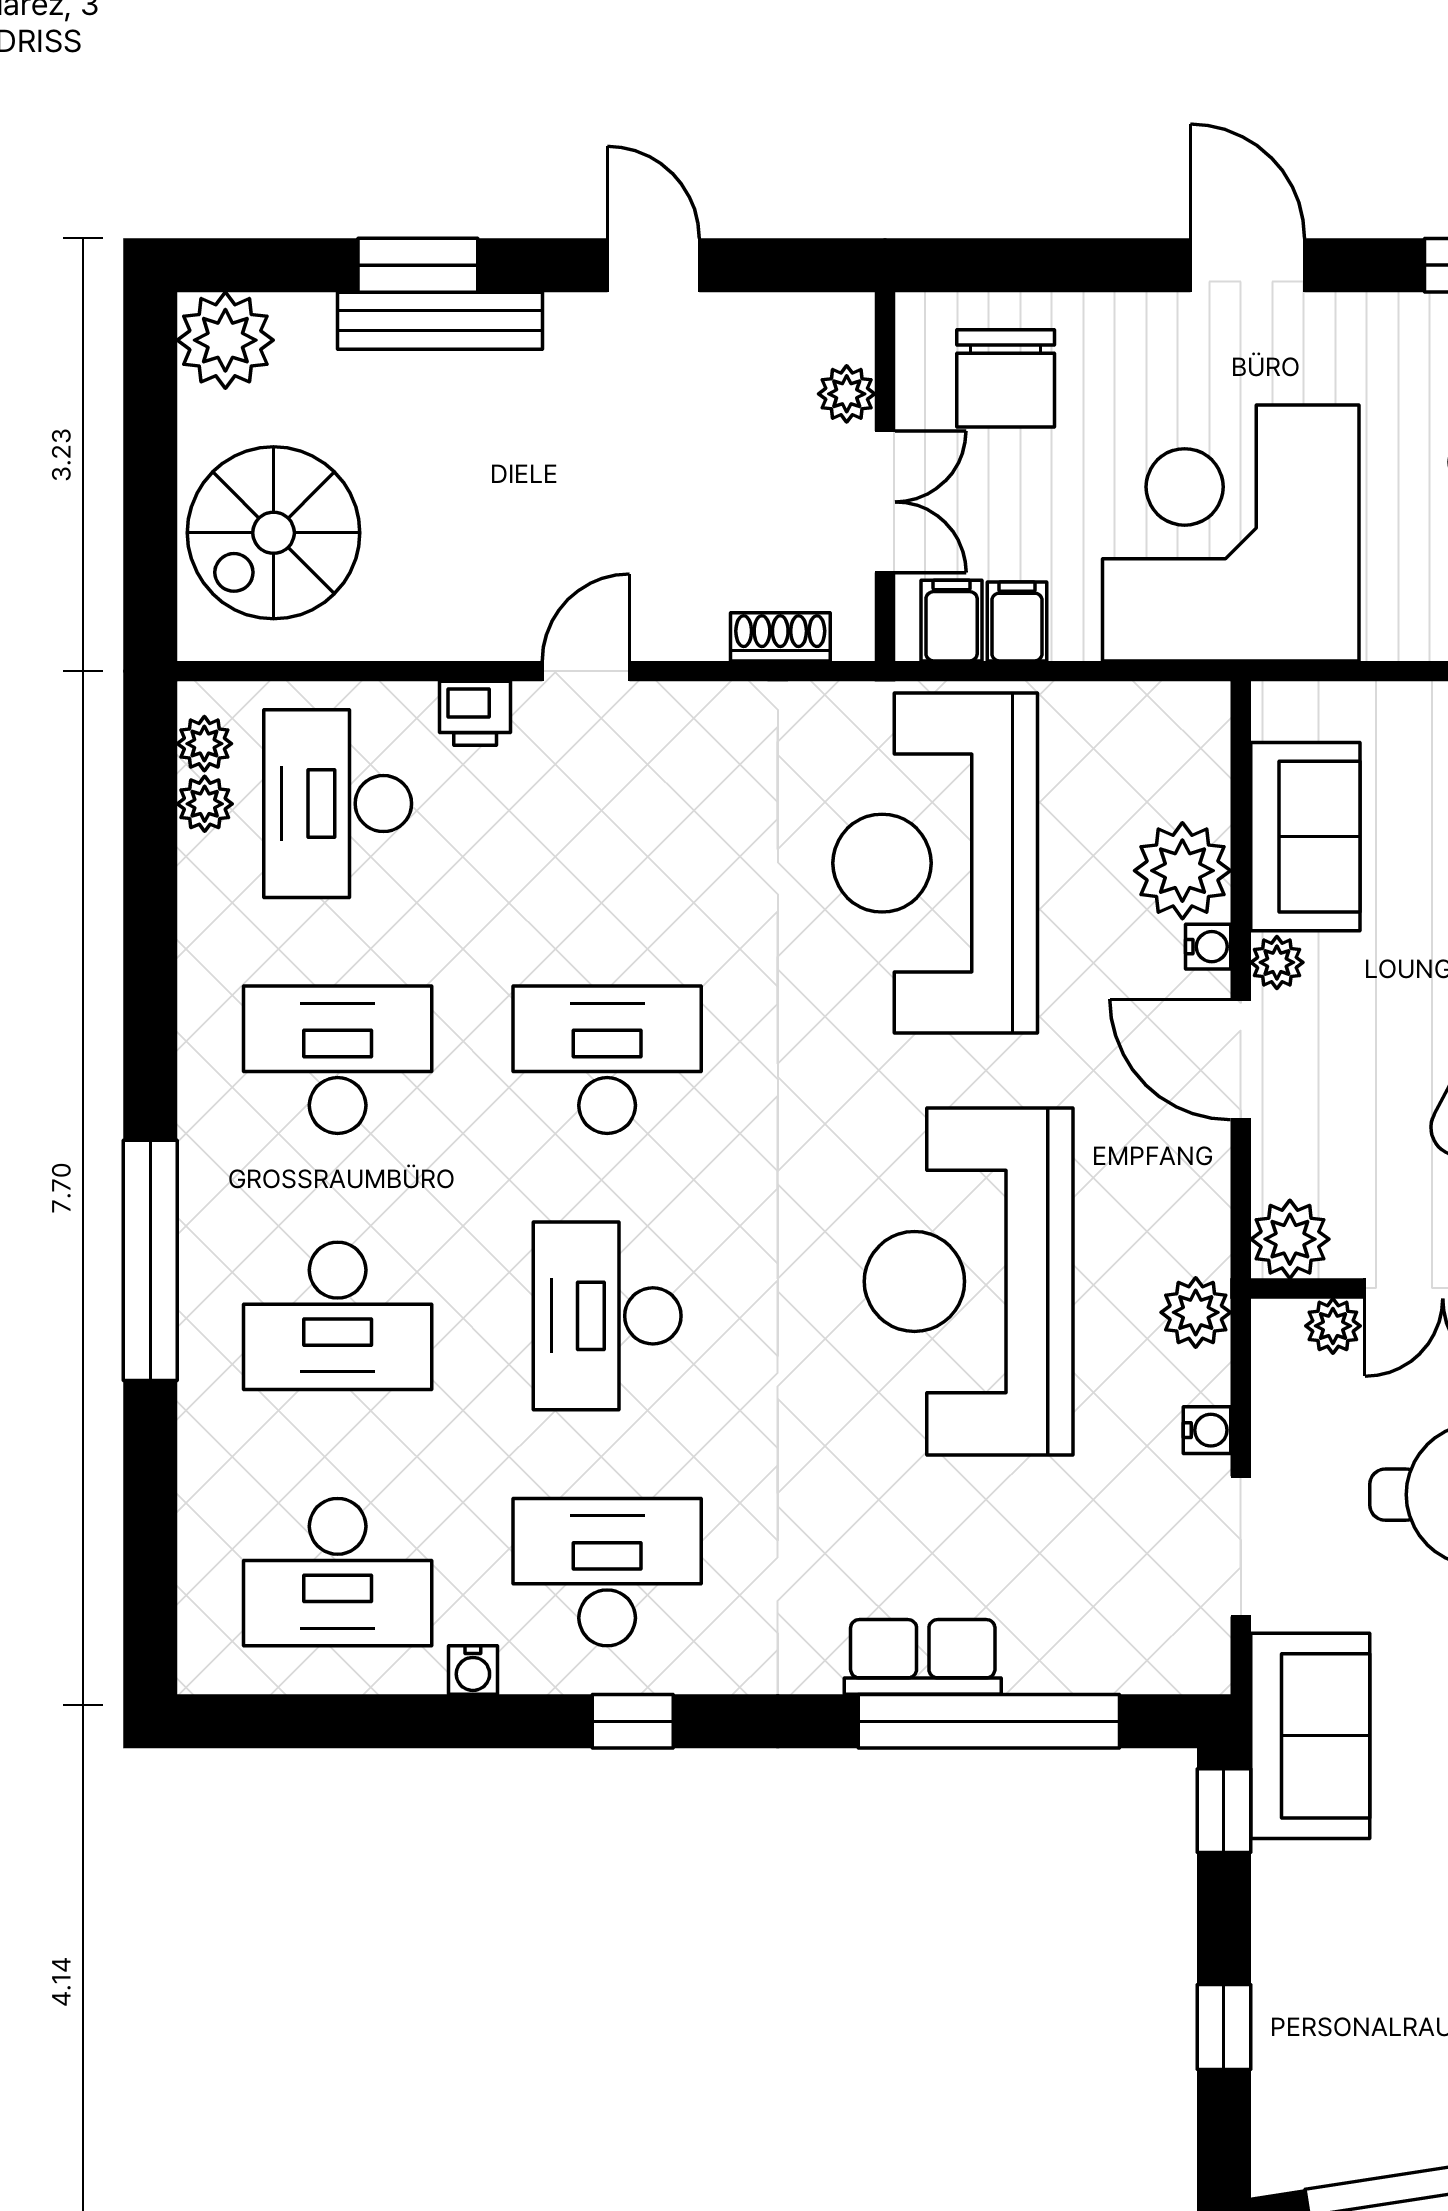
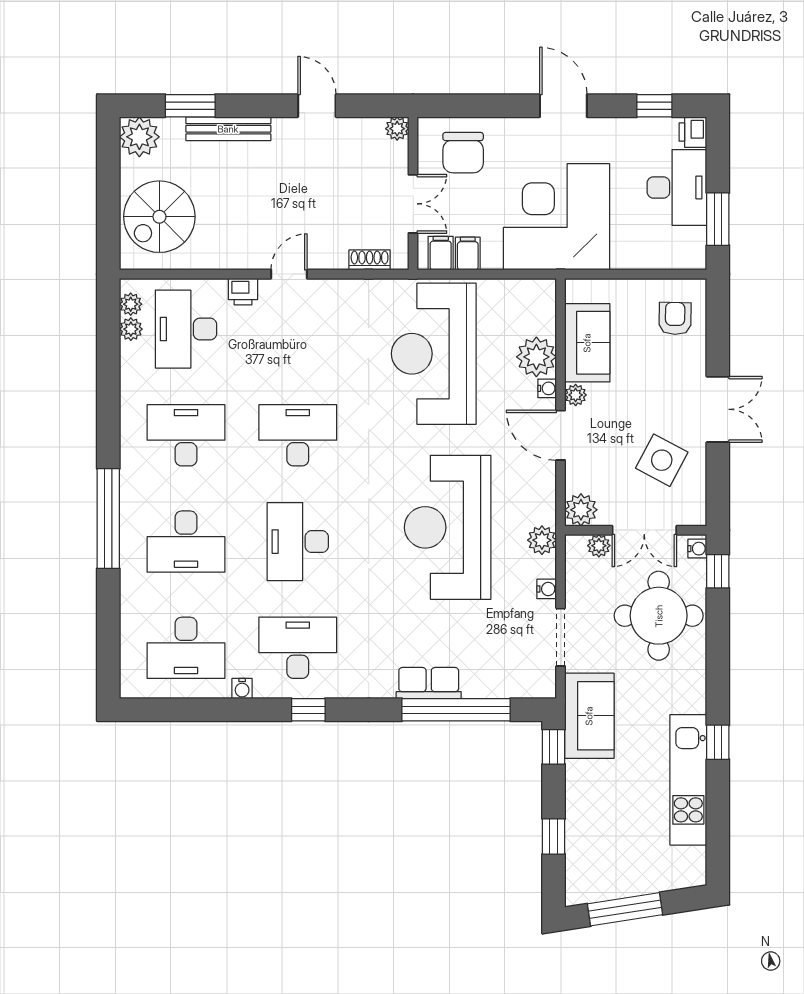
window: (418, 265) -> (190, 106), moved
plant: (847, 394) -> (397, 129), moved

